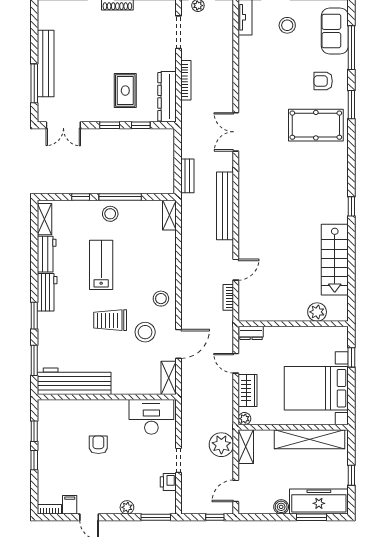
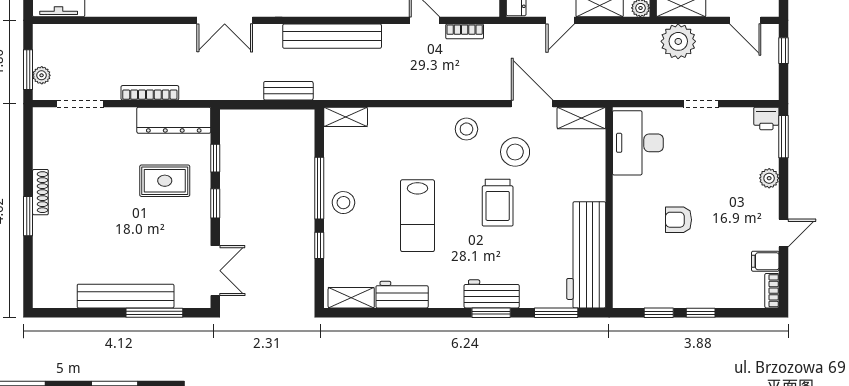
lab bench: (101, 265) -> (418, 216), turned -90
workbench: (47, 292) -> (492, 294), moved
printer: (168, 482) -> (766, 118), moved

